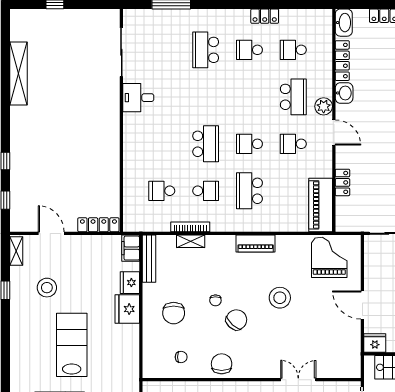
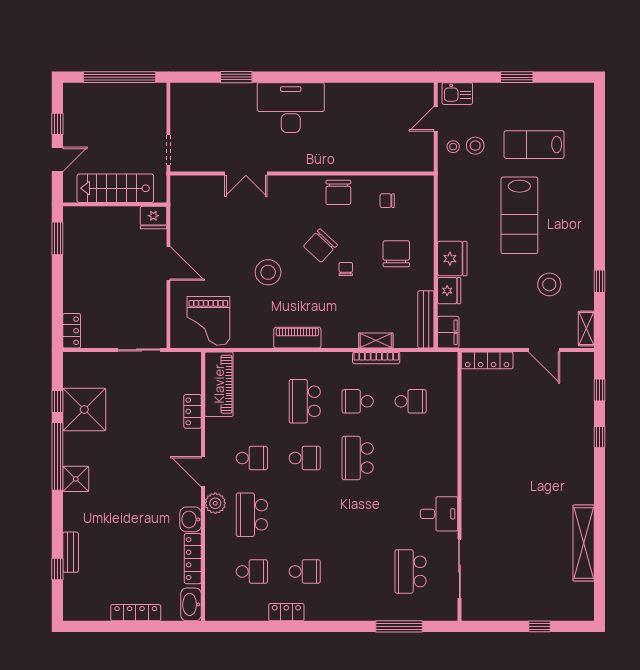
school desk: (206, 50) -> (411, 571), moved, turned 180
school desk: (249, 191) -> (305, 401), turned 180

